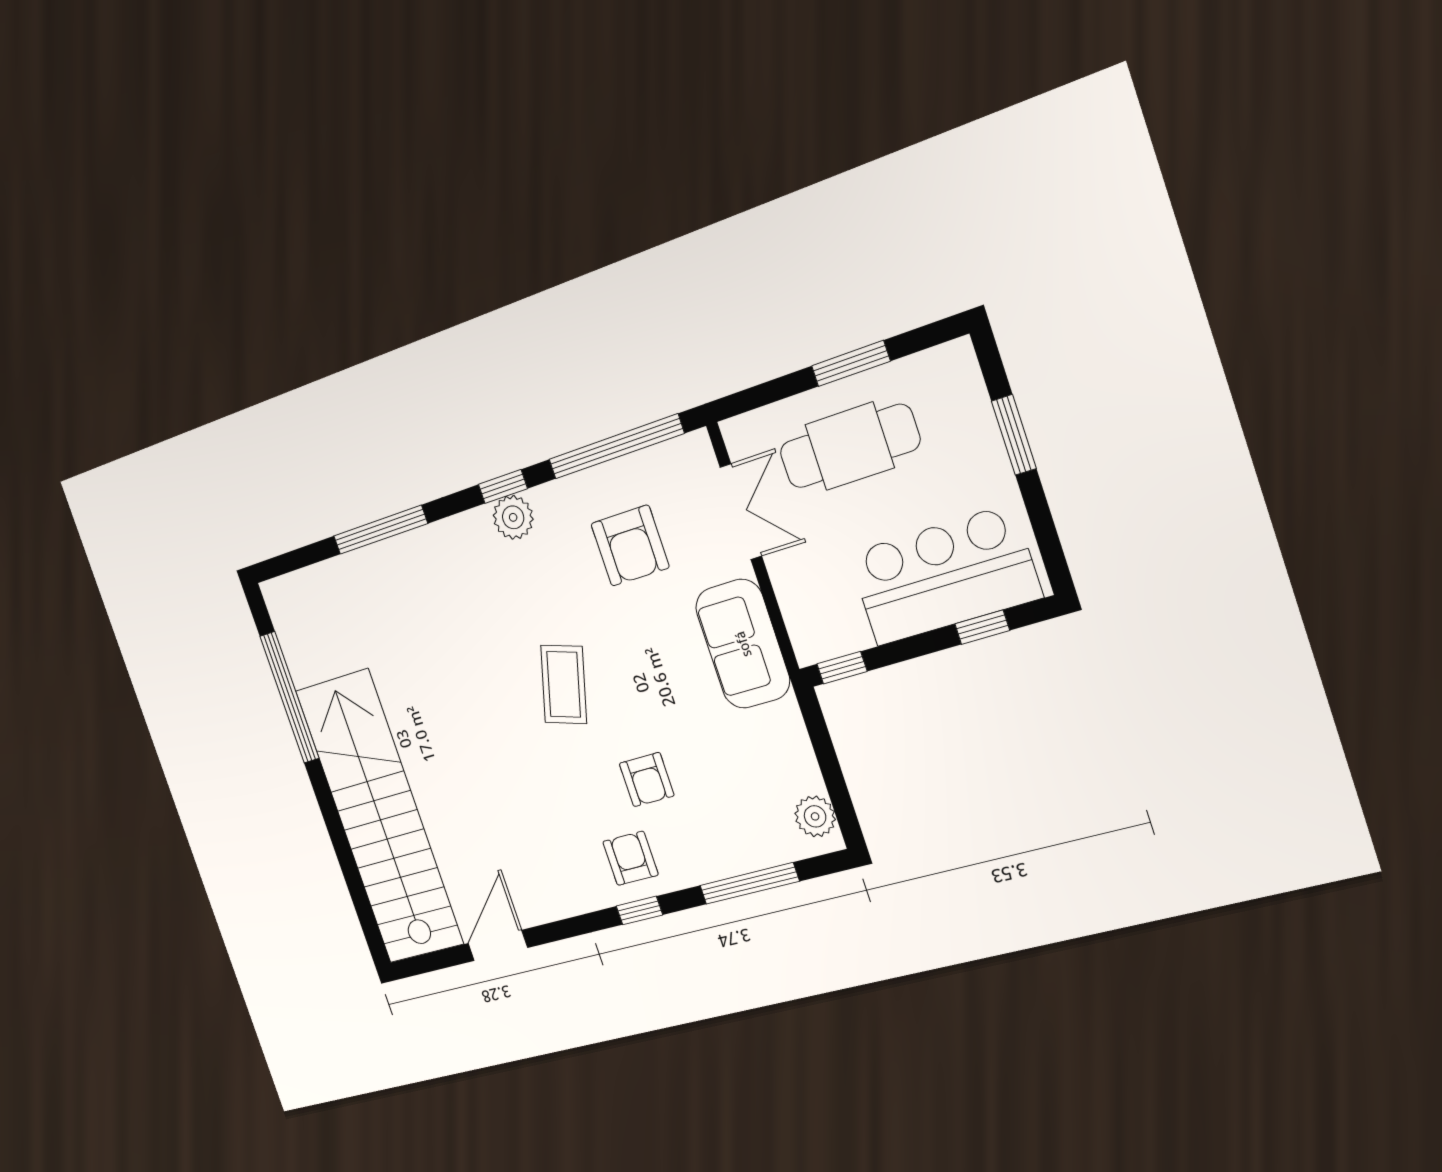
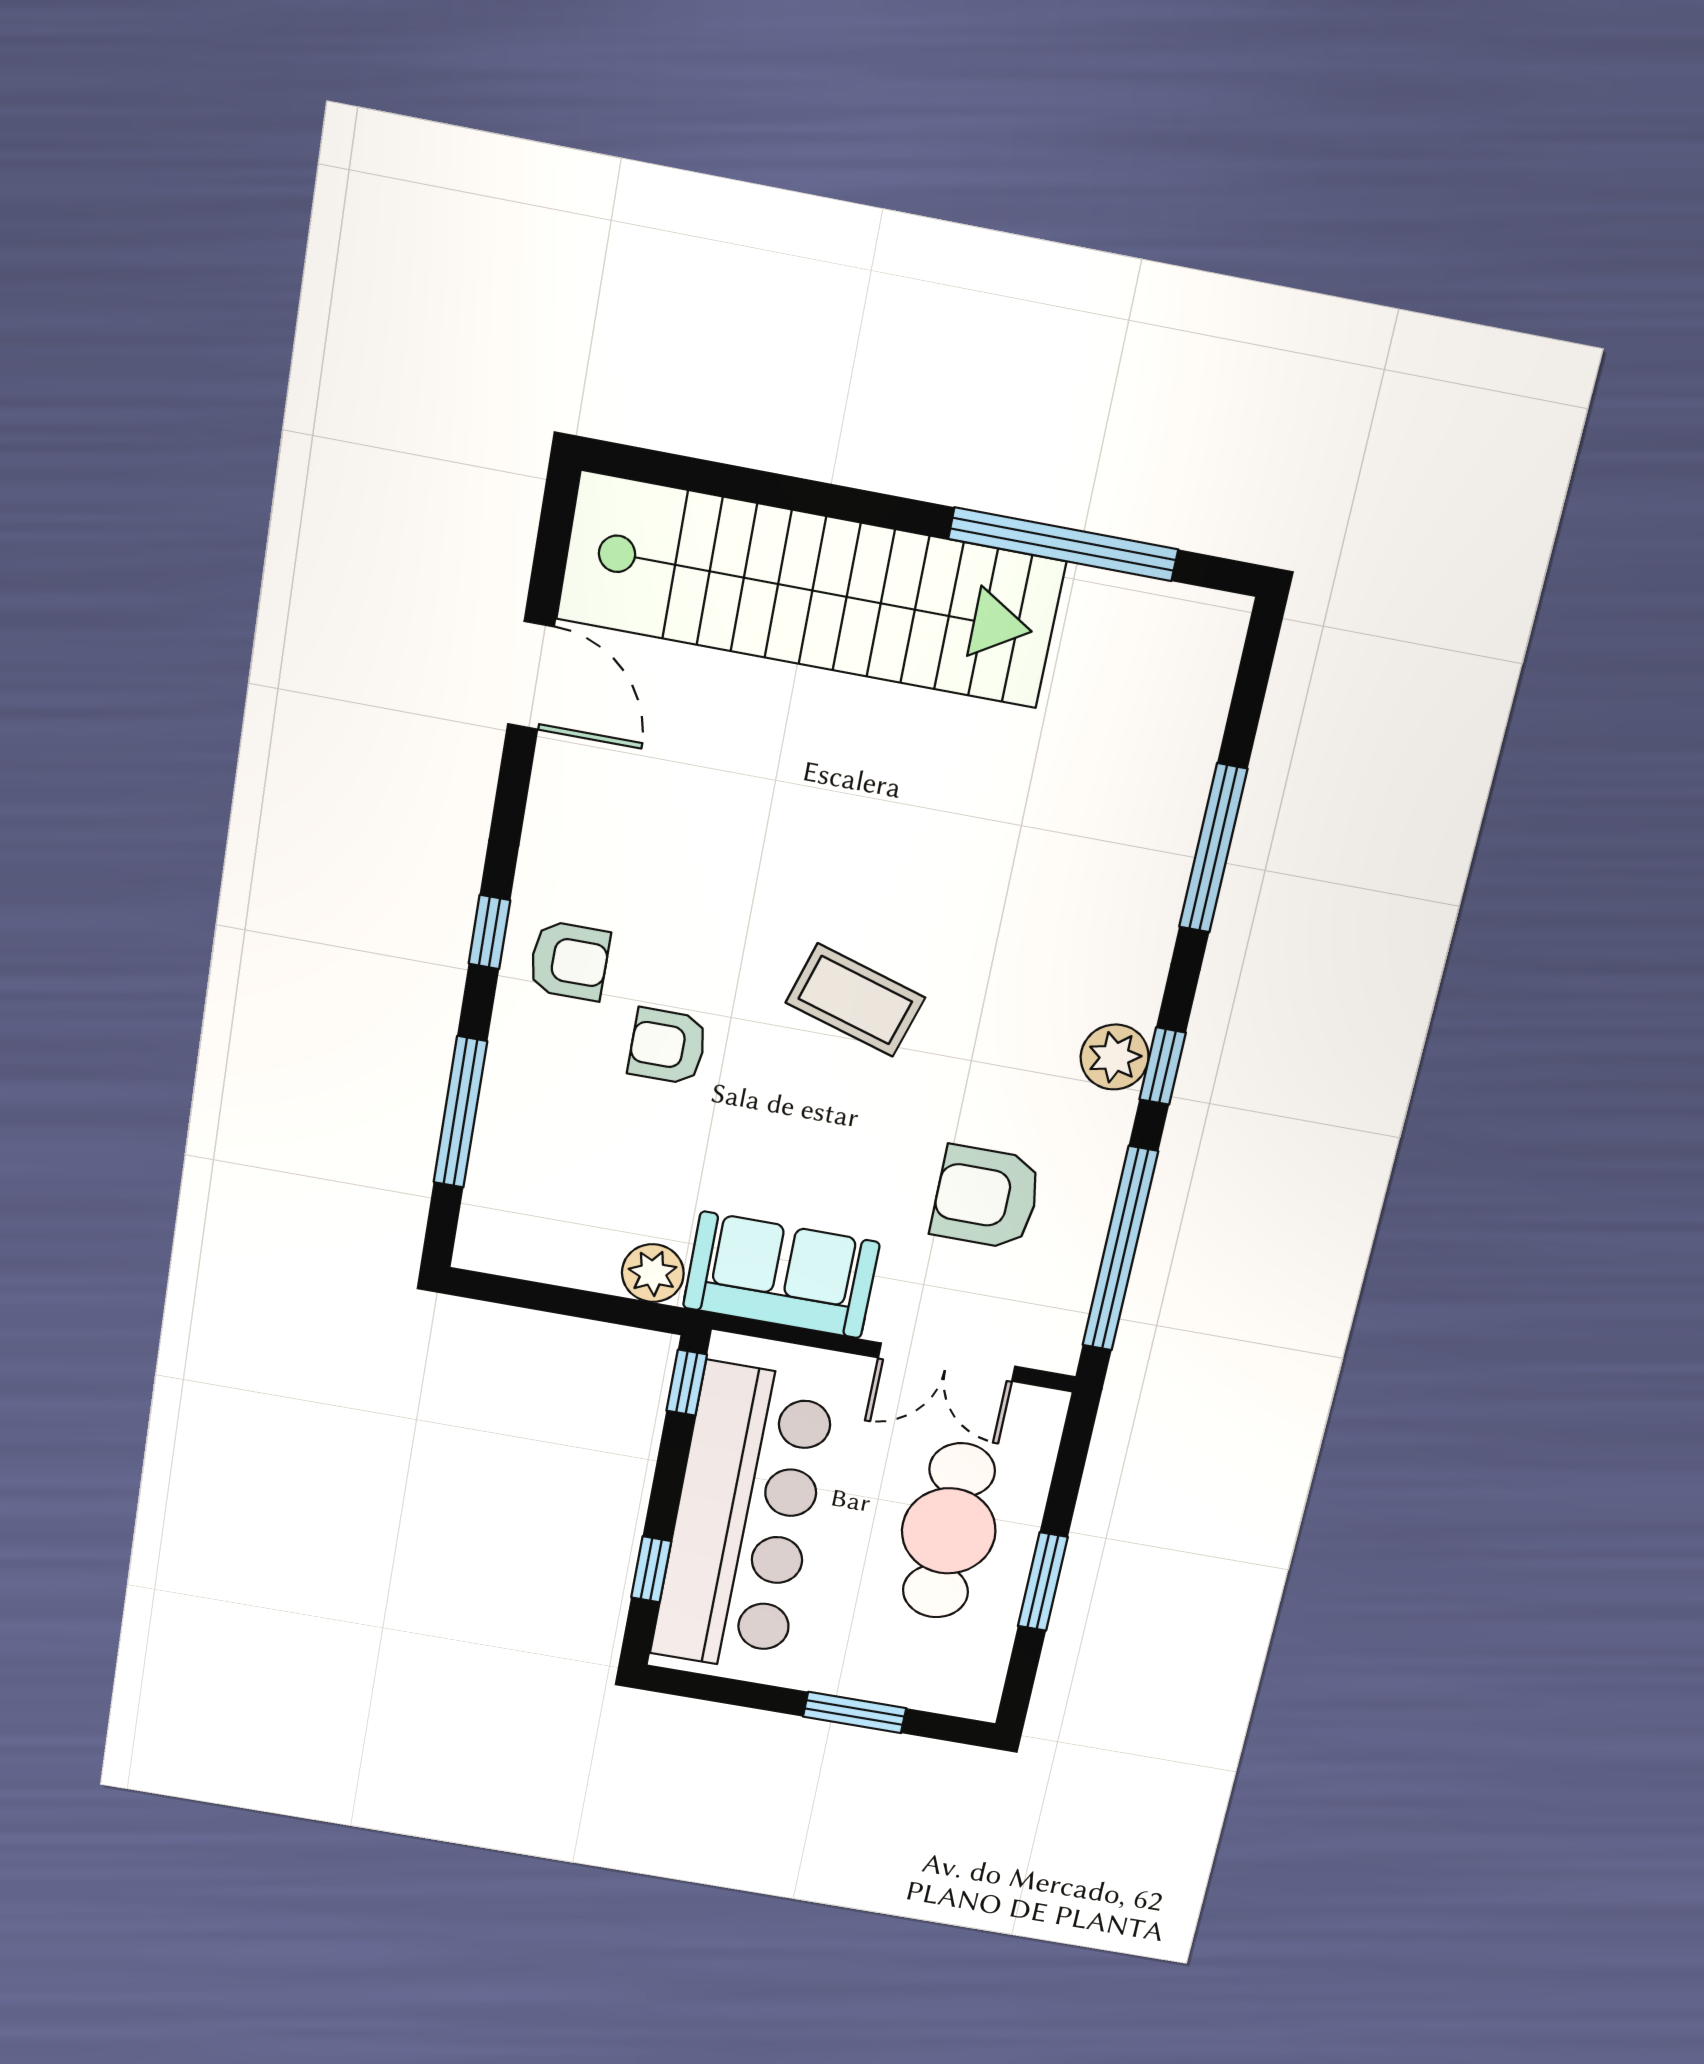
bar counter: (944, 575) -> (743, 1520), width x1.36
plant: (815, 816) -> (653, 1273), moved

